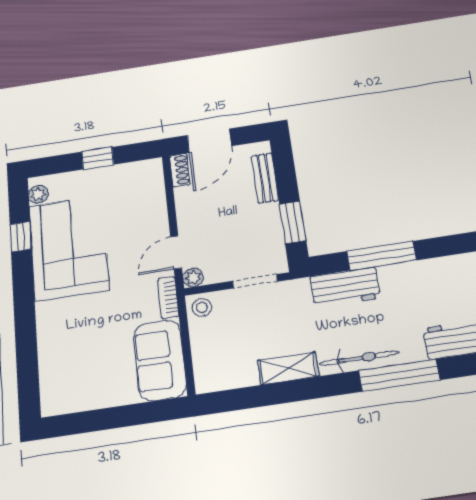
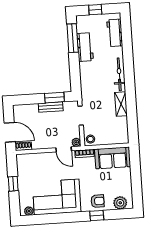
bench: (265, 178) -> (51, 107), moved
window: (21, 237) -> (97, 216), moved
window: (381, 256) -> (73, 38), moved
workbench: (345, 287) -> (85, 47), moved
armchair: (59, 335) -> (98, 201), added
window: (399, 375) -> (128, 59), removed
plant: (55, 386) -> (120, 203), added

